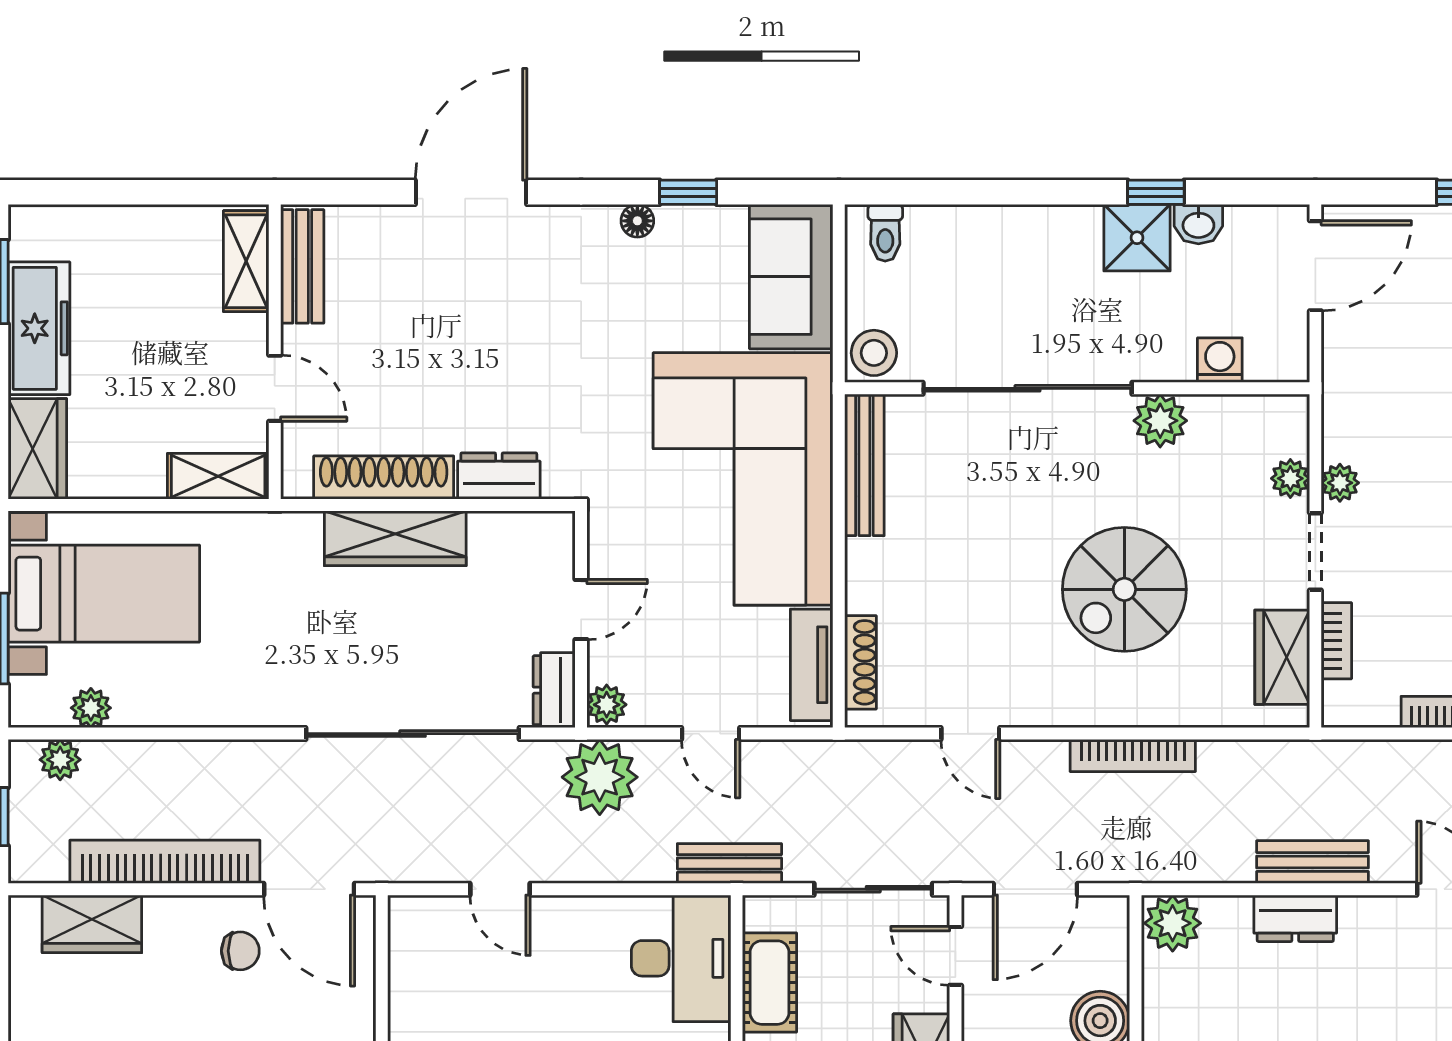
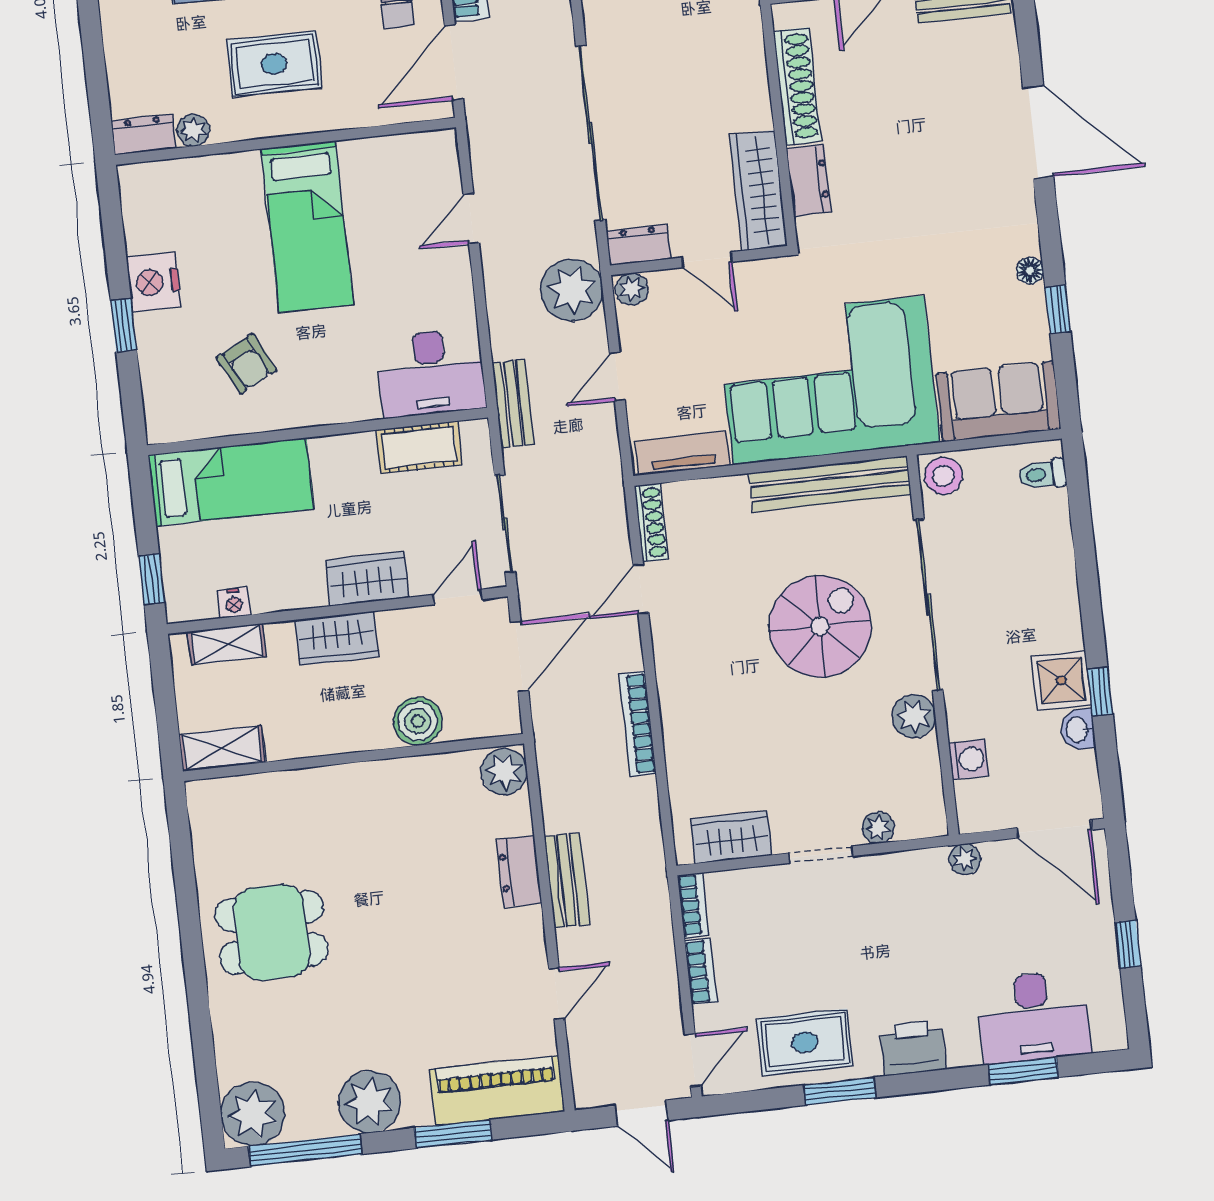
bench: (864, 465) -> (830, 484), width x1.37, depth x1.21
plant: (1340, 483) -> (965, 859), moved
wardrobe: (395, 538) -> (758, 190), moved
spiral stairs: (1124, 589) -> (820, 626), moved, turned 90
bookcase: (1336, 641) -> (693, 905), moved, turned -90
shoe rack: (860, 662) -> (651, 522), moved, turned -90
door: (1035, 889) -> (519, 656), swing flipped

